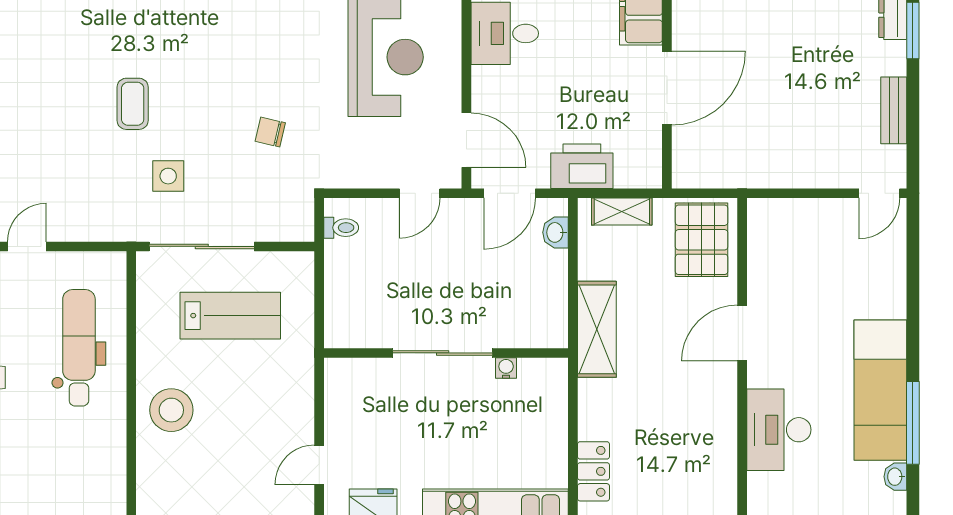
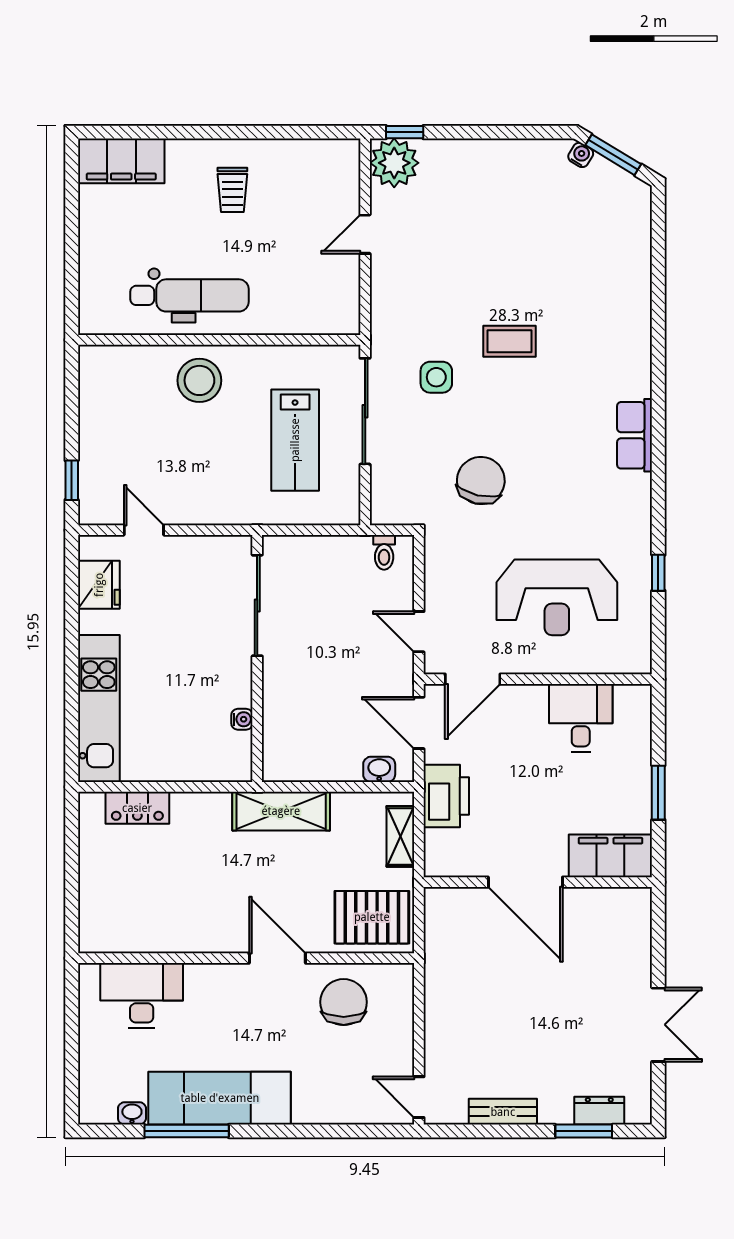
chair: (270, 132) -> (481, 480), width x1.87, depth x1.87
door: (27, 246) -> (365, 234), swing flipped
chair: (785, 268) -> (344, 1002), added
dental chair: (79, 348) -> (189, 295), moved
sliding door: (443, 353) -> (257, 606), moved
desk: (779, 430) -> (142, 995), moved

